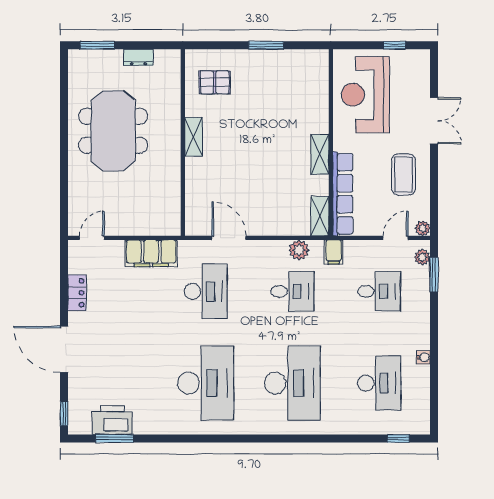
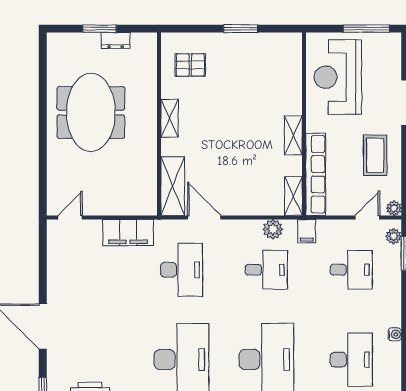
window: (97, 45) -> (100, 29), moved
window: (395, 45) -> (366, 29), width x2.17
shelving: (197, 206) -> (173, 186), added
locker: (77, 293) -> (55, 271), removed

